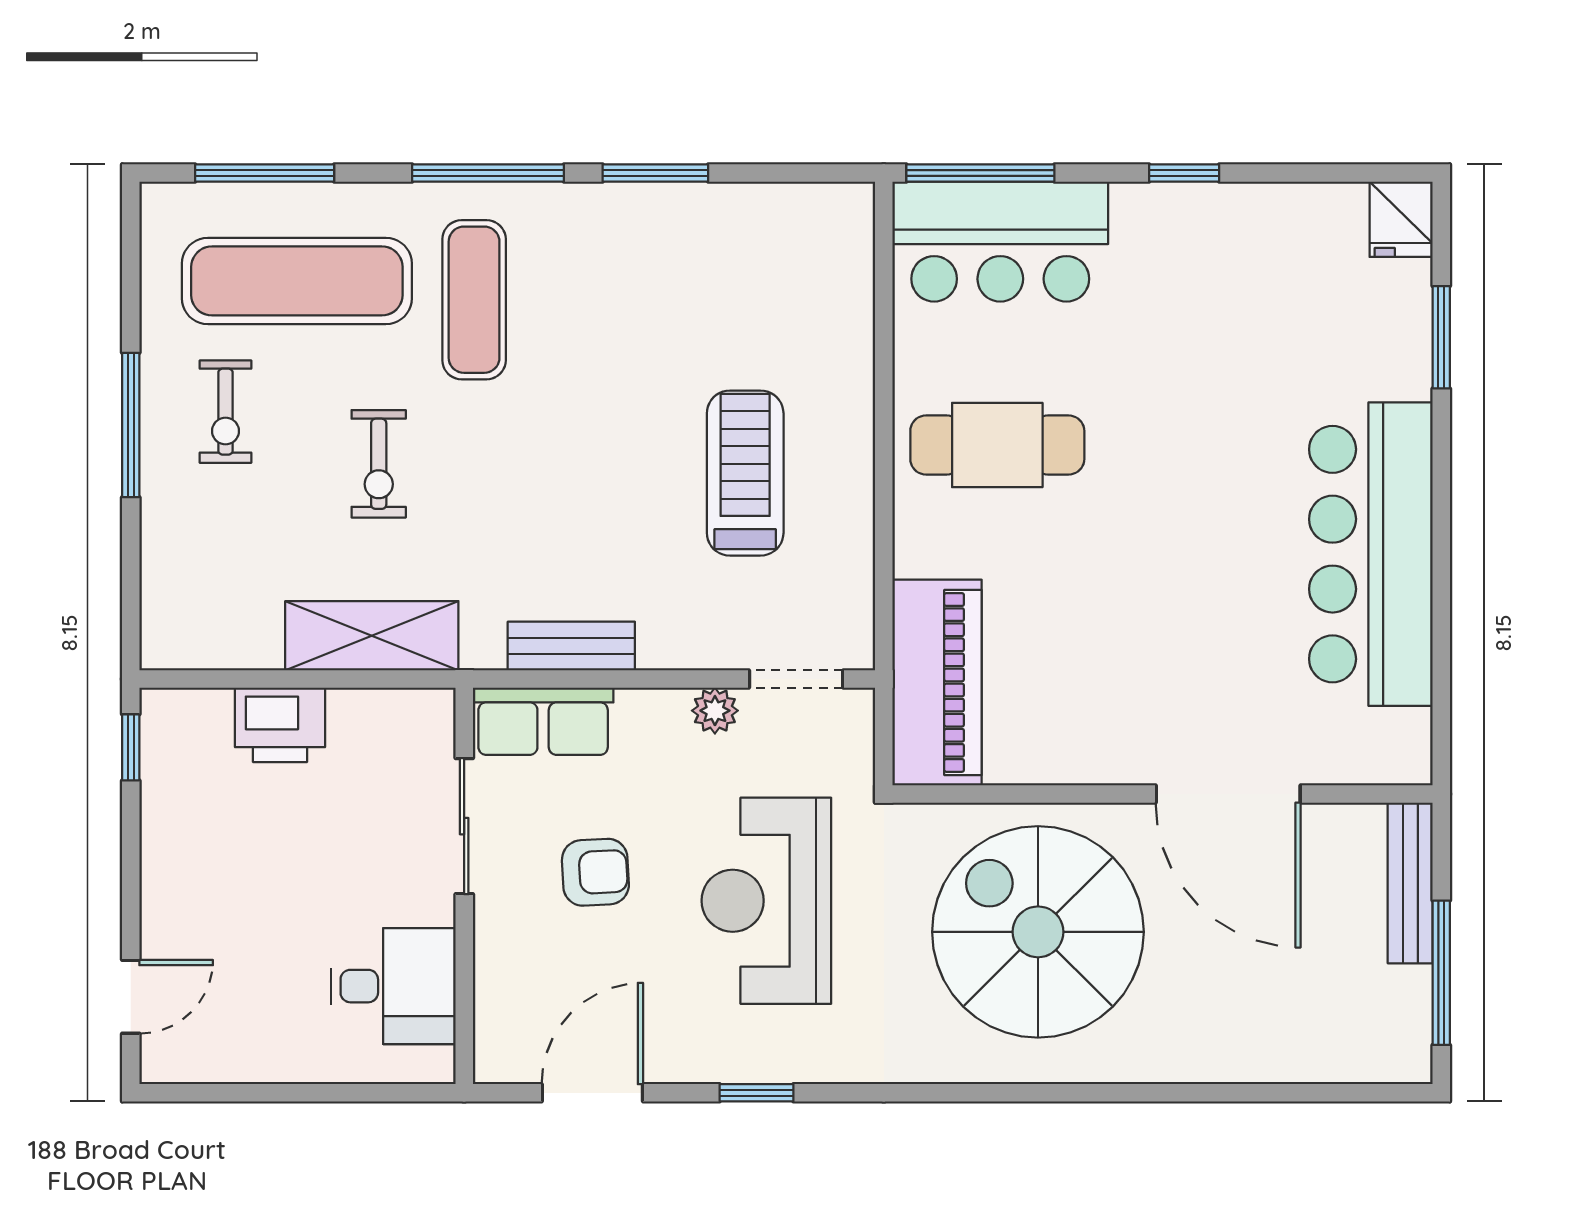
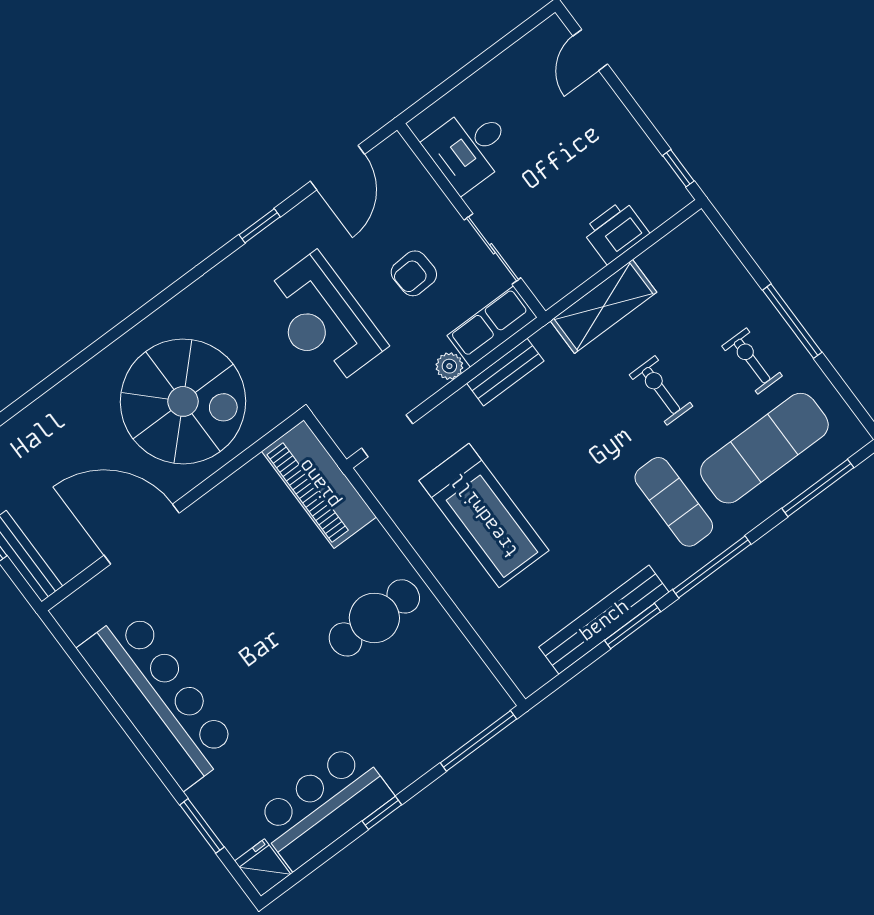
bench: (688, 211) -> (604, 620), added
bar counter: (1000, 242) -> (323, 806), moved
treadmill: (745, 473) -> (484, 516), width x1.37, depth x1.38
plant: (715, 711) -> (449, 366), moved
reception desk: (766, 901) -> (323, 320), turned 180

